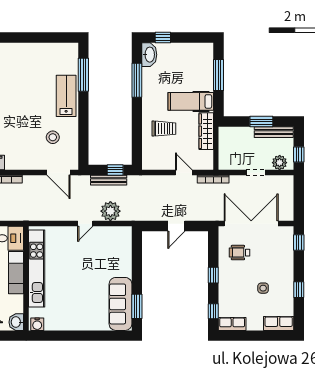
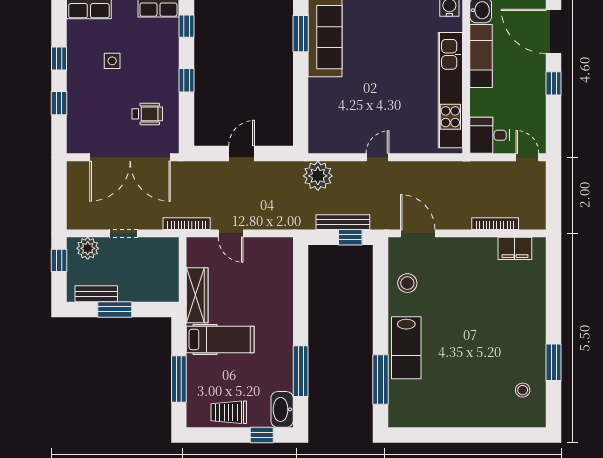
trolley: (164, 129) -> (229, 412), moved
bench: (274, 132) -> (96, 294), width x0.73
stool: (53, 137) -> (407, 283), moved
window: (115, 170) -> (350, 237), moved
plant: (110, 211) -> (318, 176), moved
window: (299, 242) -> (59, 103), moved
exam couch: (16, 273) -> (481, 56), moved

